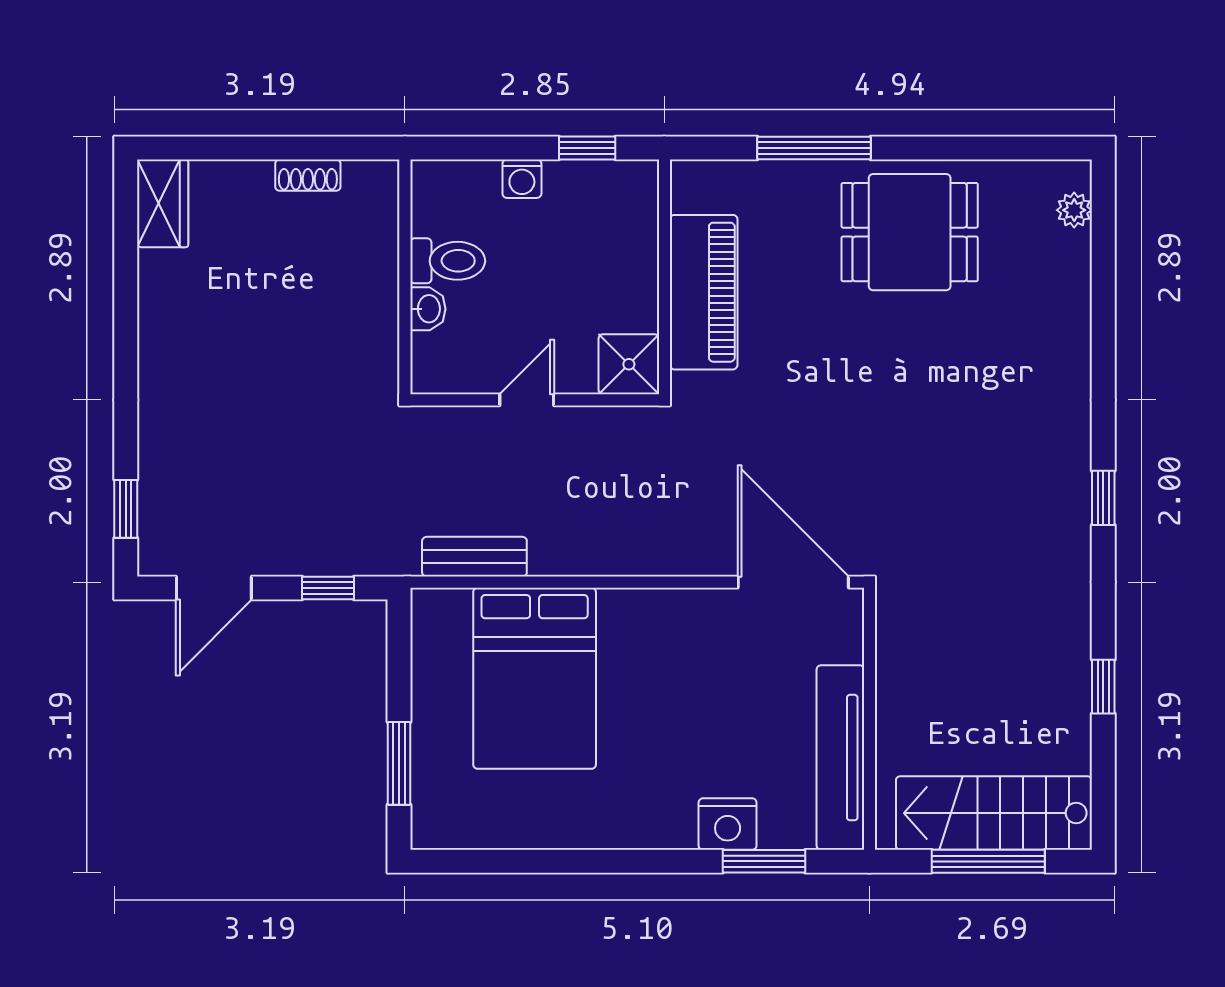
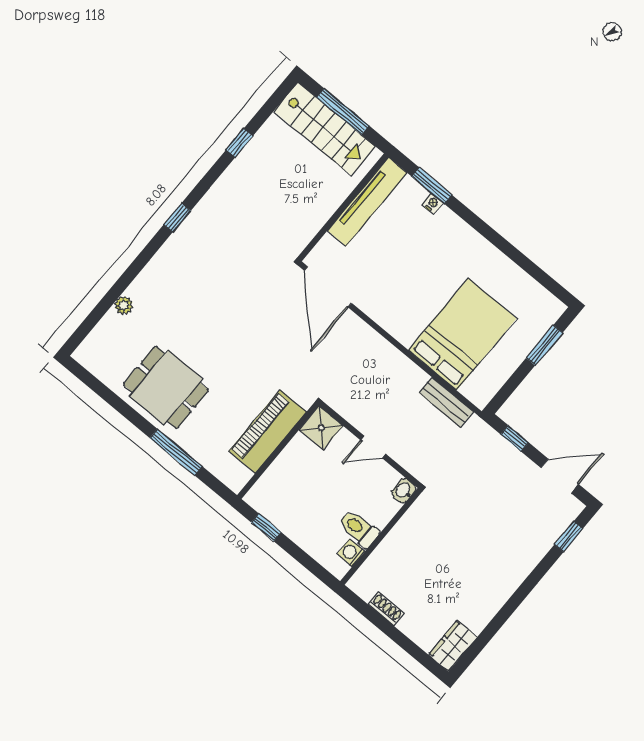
washing machine: (522, 179) -> (351, 553), moved, turned -90
plant: (1074, 210) -> (124, 305), moved
washbasin: (428, 309) -> (404, 491), moved
nightstand: (728, 824) -> (432, 203), width x0.53, depth x0.56

